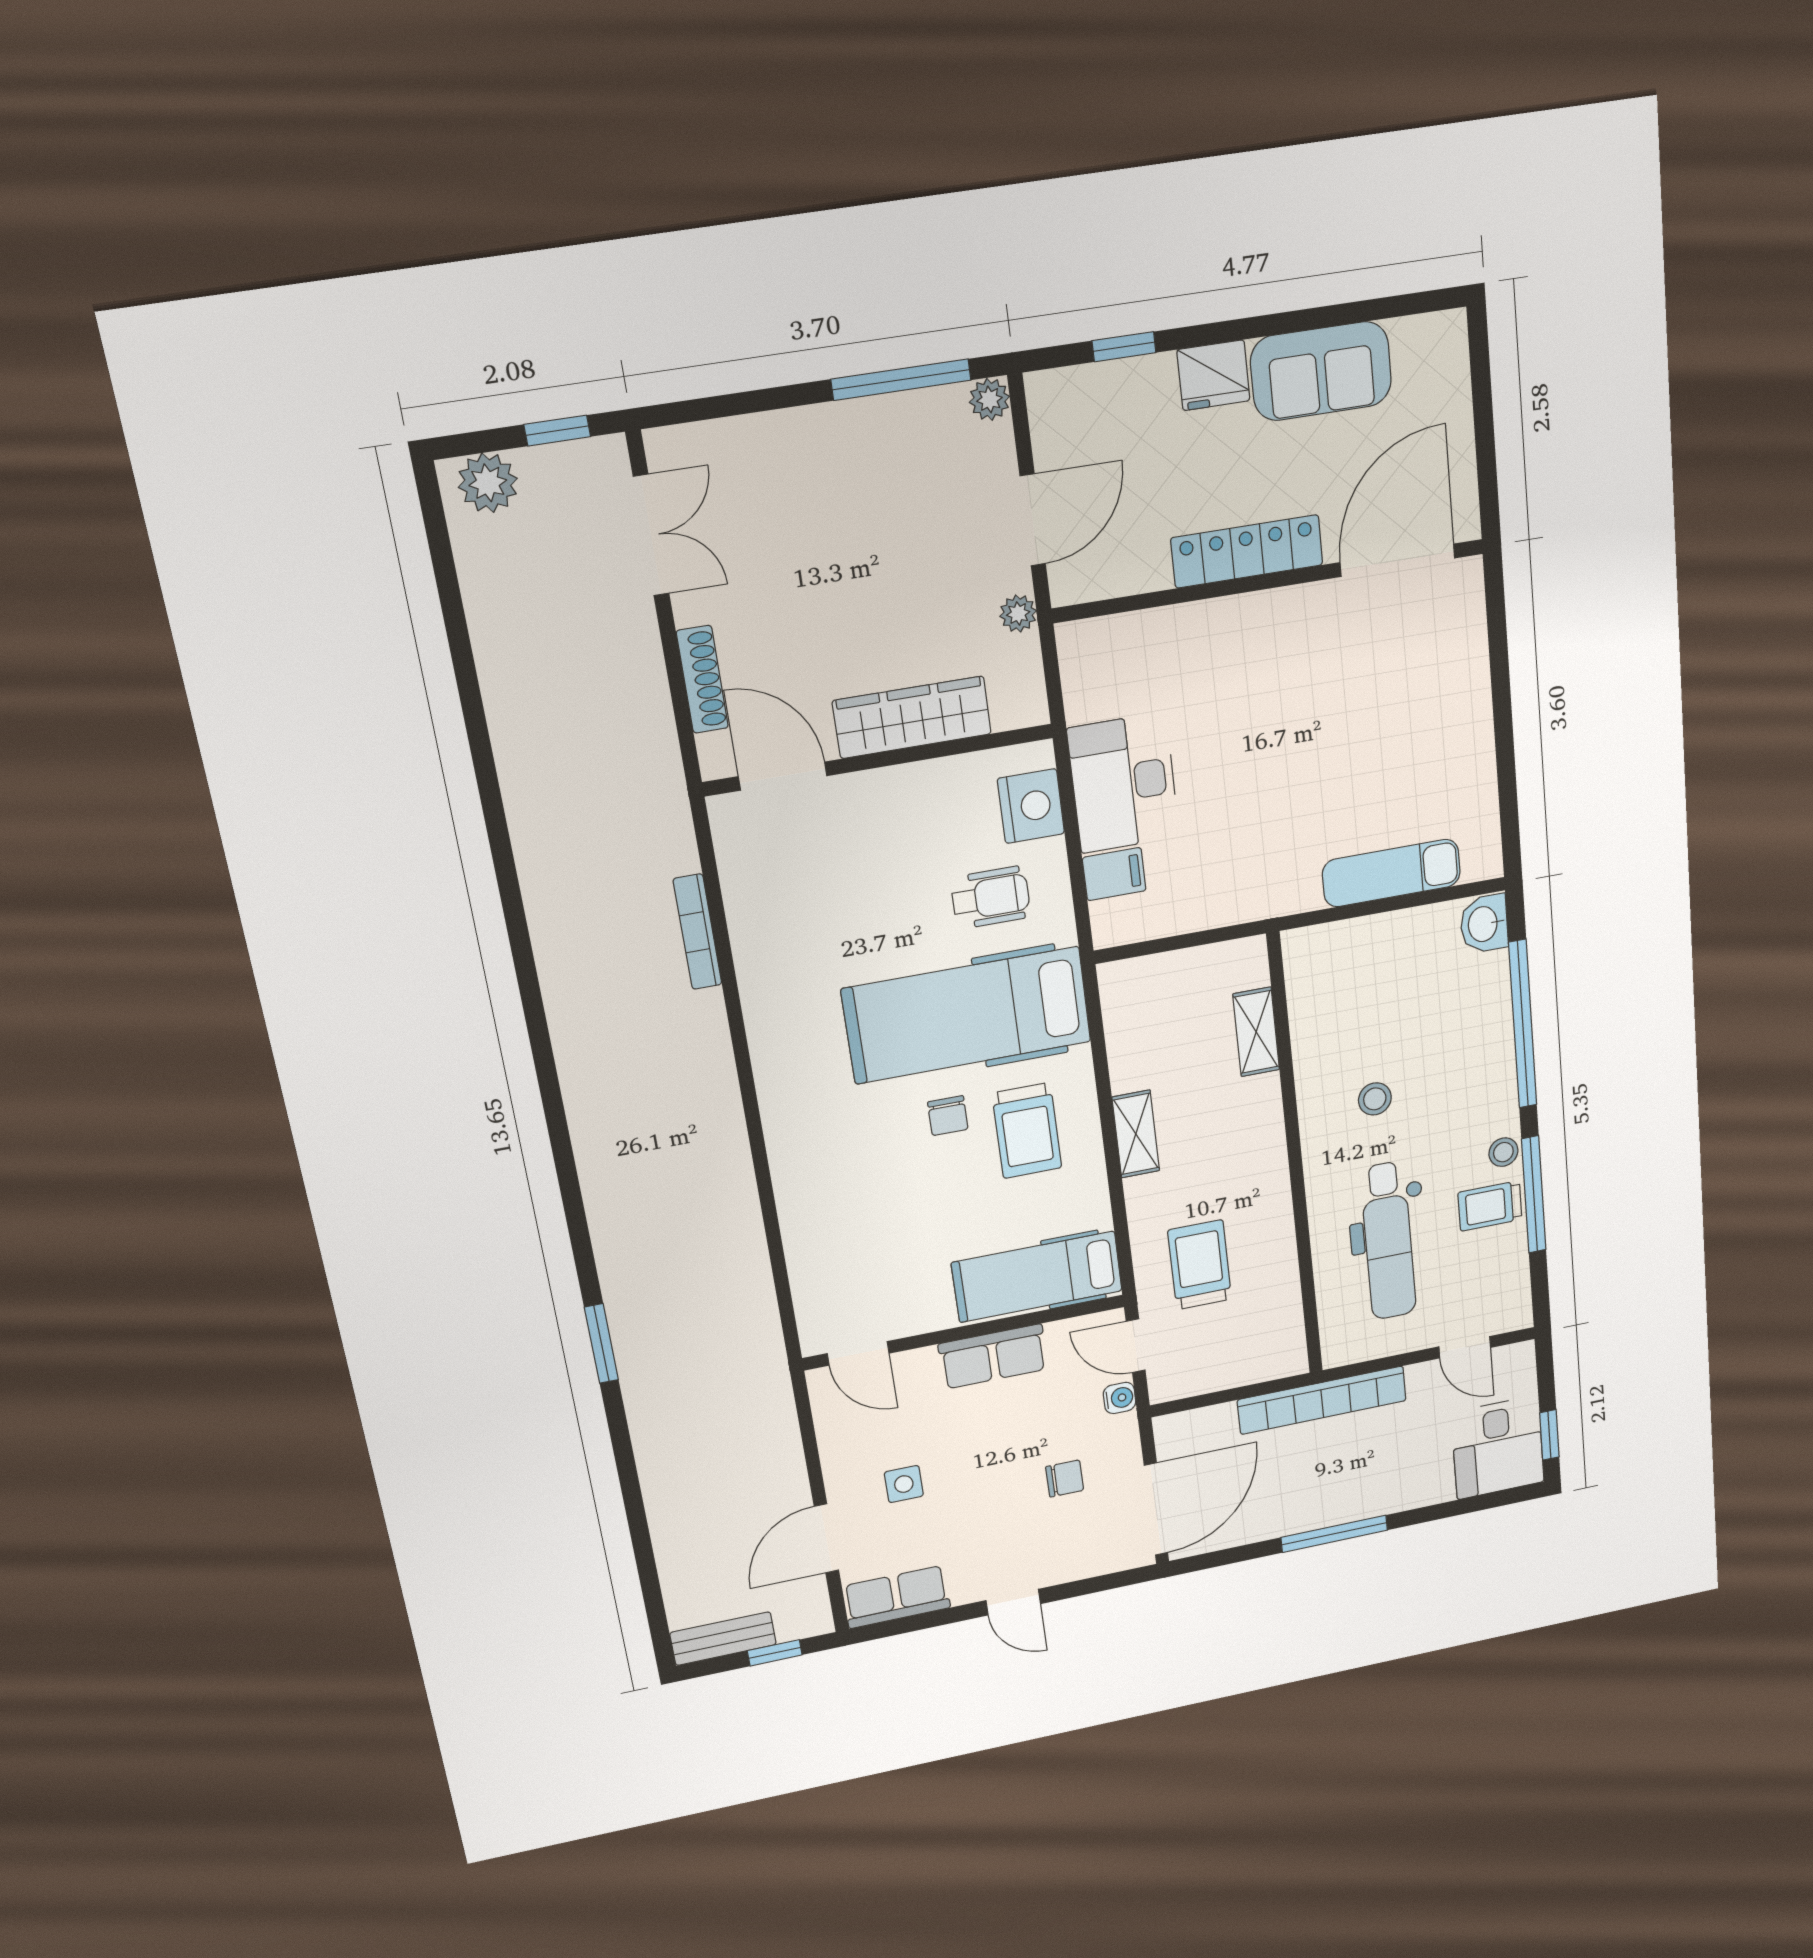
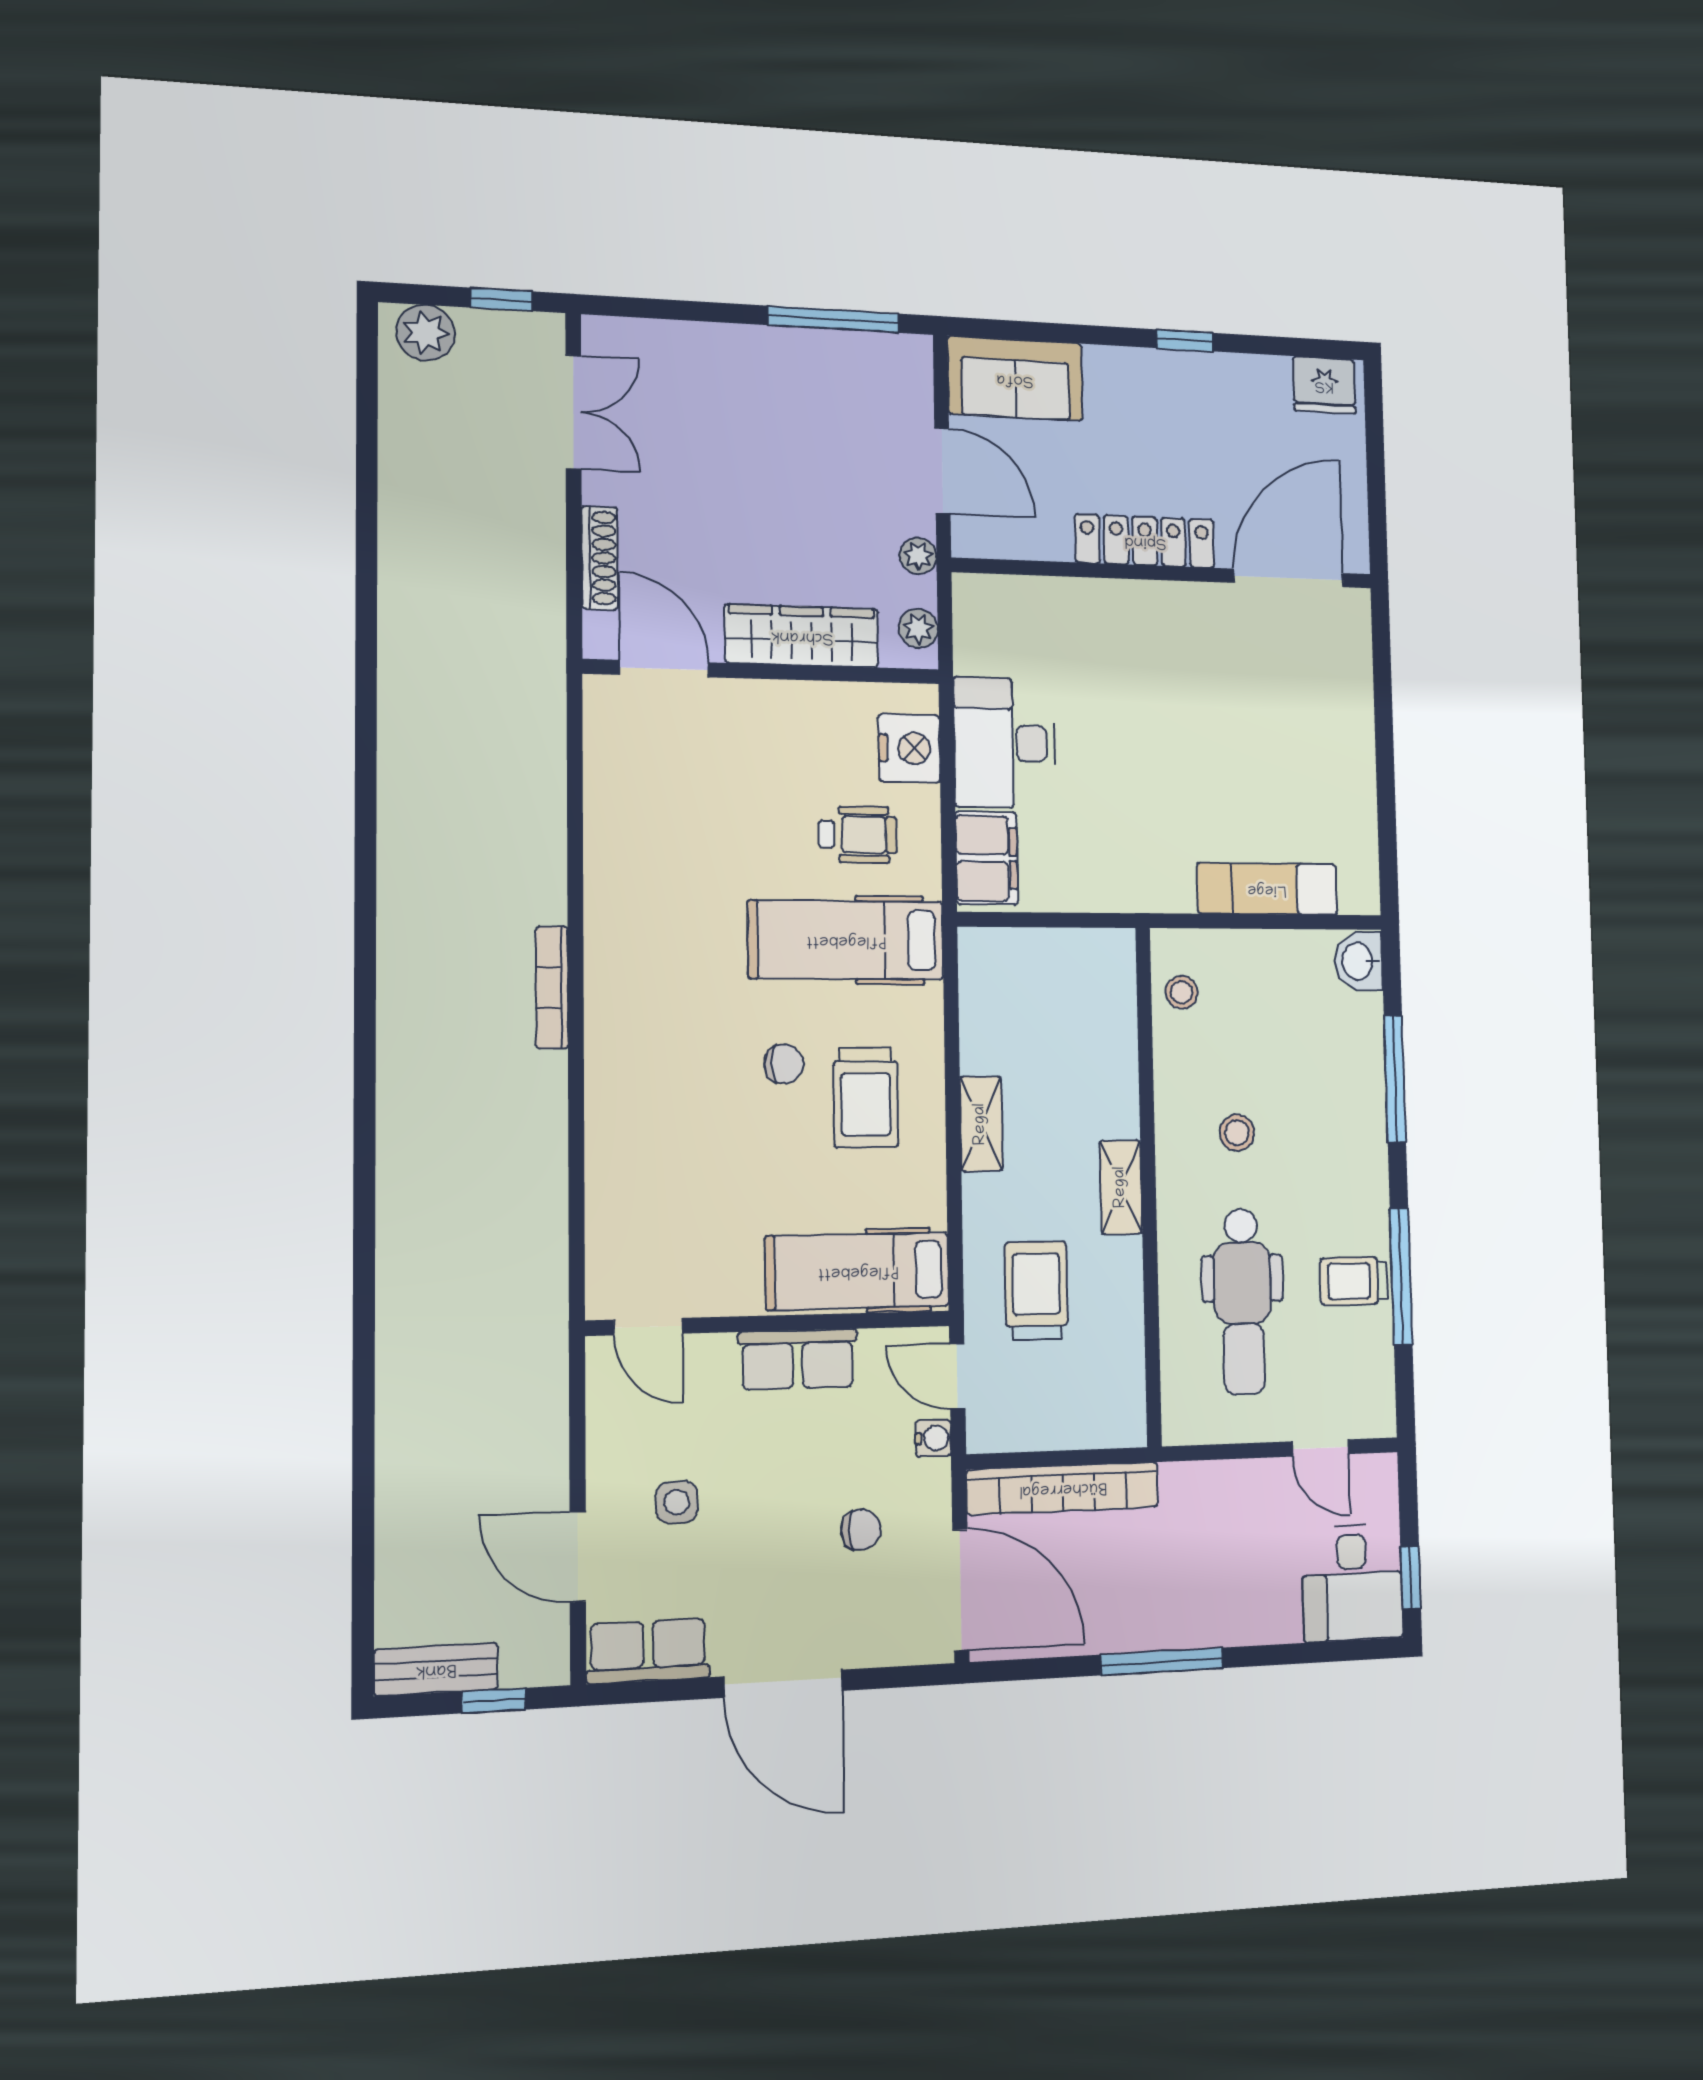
window: (1124, 347) -> (1185, 340), moved
sofa: (1321, 371) -> (1015, 379), moved
fridge: (1213, 375) -> (1324, 385), moved
plant: (989, 399) -> (918, 628), moved
door: (1033, 520) -> (942, 471), hinge flipped
filing cabinet: (1114, 874) -> (987, 858), width x2.00
bookcase: (697, 932) -> (552, 988), moved
hospital bed: (967, 1015) -> (846, 940), width x0.73, depth x0.78
window: (1523, 1024) -> (1395, 1079), width x0.68
shelving: (1256, 1032) -> (1121, 1187), moved
chair: (948, 1116) -> (784, 1064), turned -90
stool: (1503, 1152) -> (1182, 992), moved
window: (601, 1343) -> (364, 1259), removed
bookcase: (1322, 1400) -> (1063, 1488), moved
door: (1156, 1509) -> (961, 1590), hinge flipped
door: (826, 1538) -> (578, 1557), hinge flipped
door: (1013, 1602) -> (783, 1684), width x1.88

